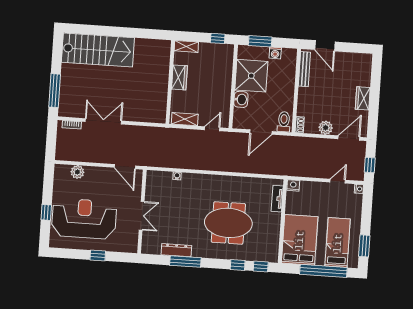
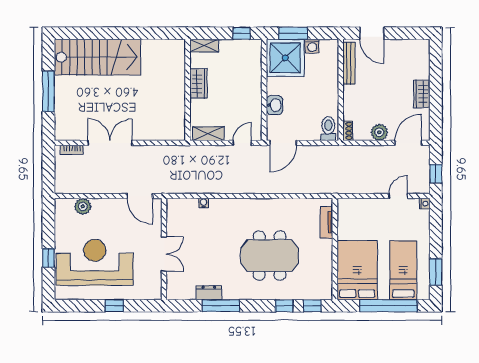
shower: (251, 76) -> (285, 58), moved
window: (55, 91) -> (48, 91), moved
door: (261, 132) -> (283, 143), moved
nightstand: (293, 185) -> (345, 205), removed
dresser: (176, 250) -> (209, 293), width x0.70

